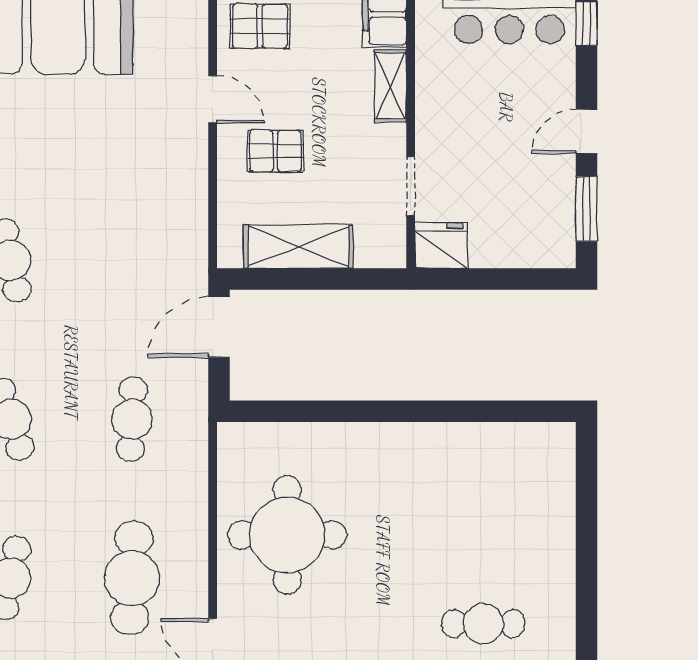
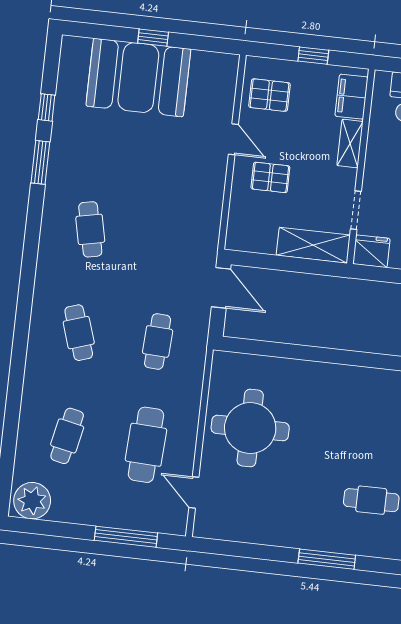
shelving: (298, 247) -> (313, 245), moved
door: (219, 327) -> (221, 288), swing flipped

